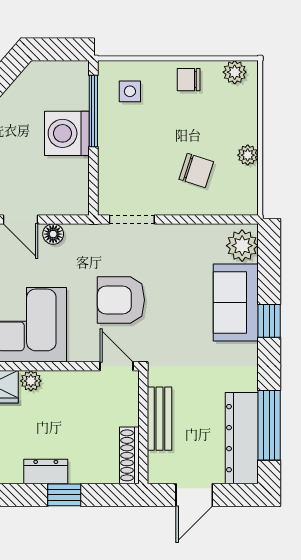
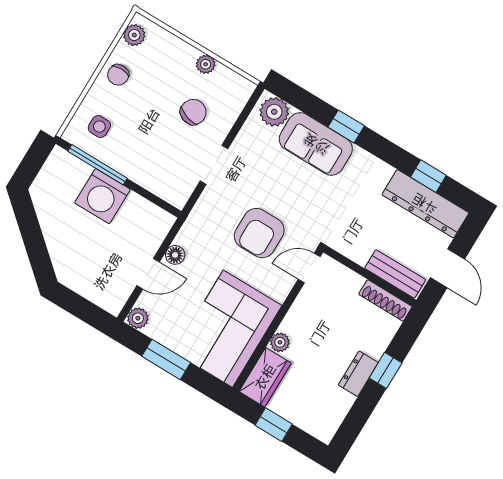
doorway: (132, 220) -> (214, 165), moved
bench: (159, 419) -> (395, 274), moved
window: (269, 425) -> (428, 176), width x0.46

